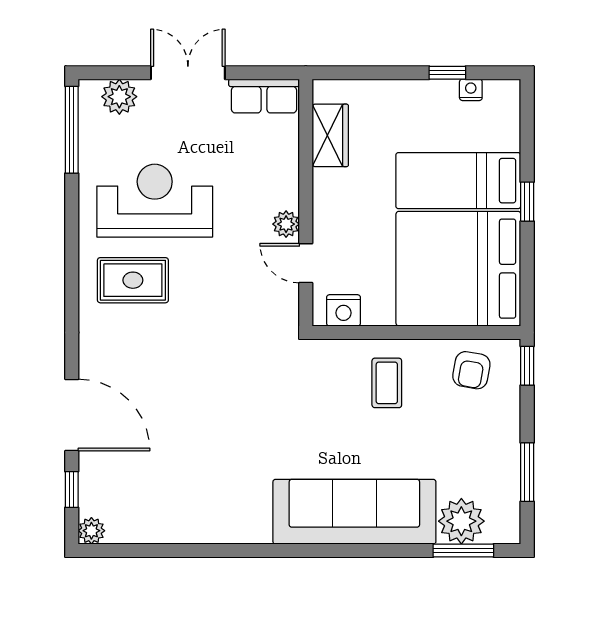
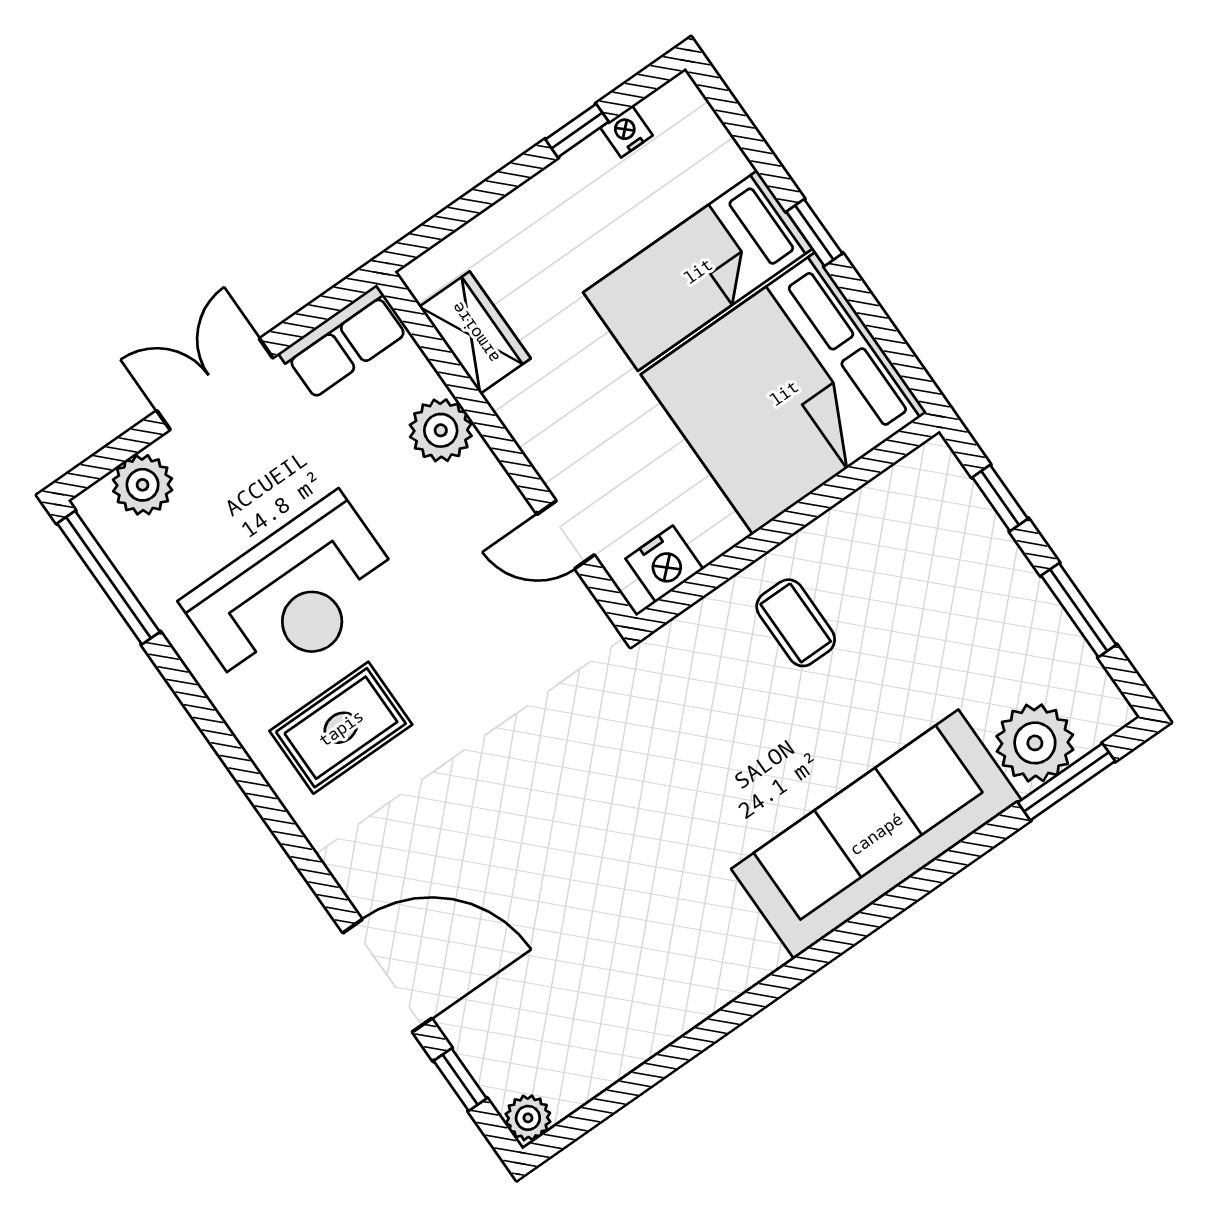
reception desk: (155, 201) -> (294, 595), turned 180
plant: (286, 224) -> (441, 430), moved, width x1.38, depth x1.38
window: (527, 366) -> (1000, 498), moved
armchair: (471, 370) -> (901, 522), removed

